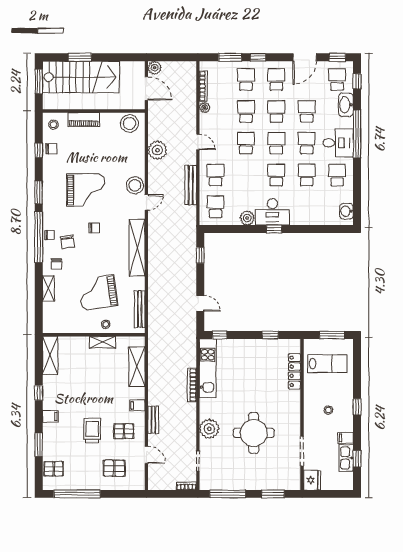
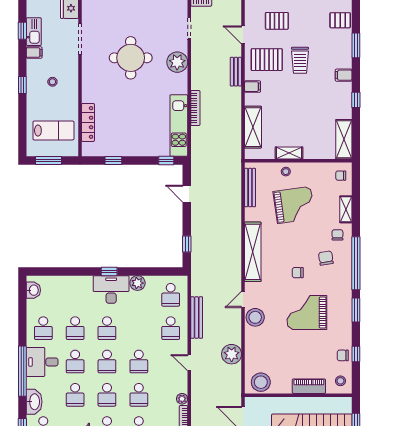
chair: (50, 235) -> (341, 176), moved
lab bench: (327, 364) -> (53, 130), turned 180
pallet: (124, 431) -> (267, 60), width x1.50, depth x1.42

